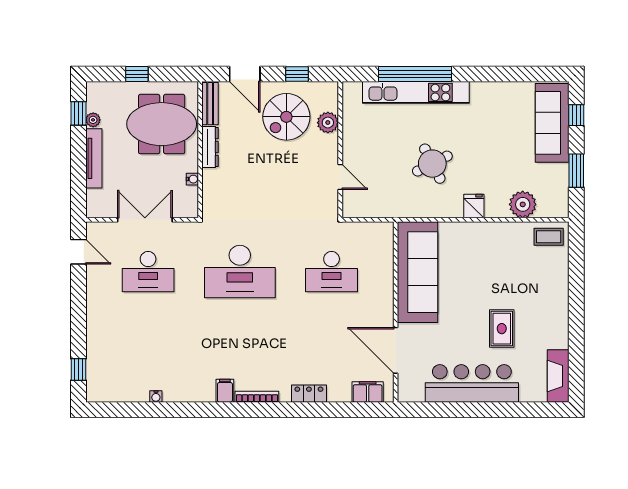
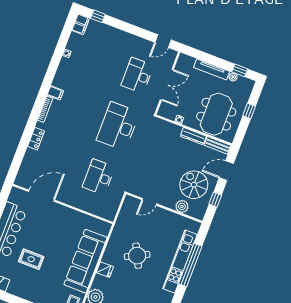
sofa: (418, 272) -> (85, 261), moved, turned 90
filing cabinet: (368, 392) -> (81, 24), moved

